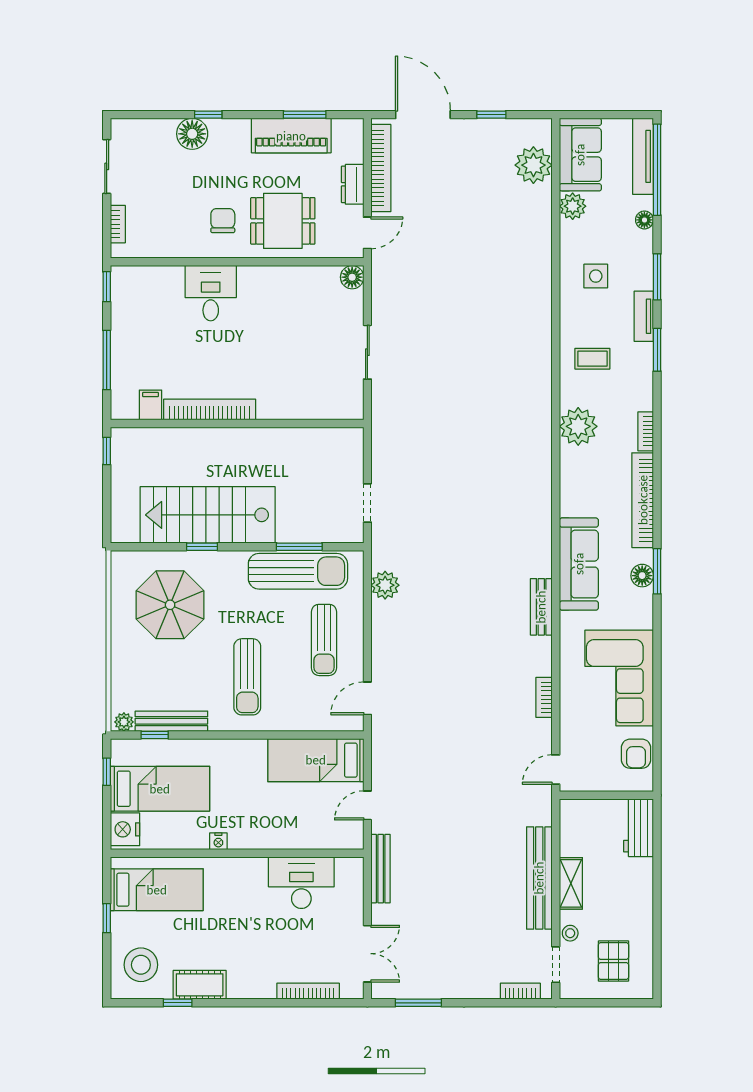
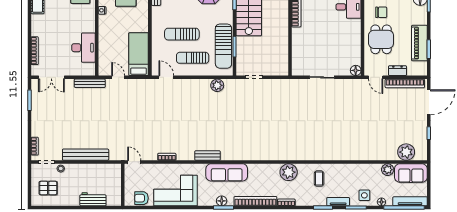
side table: (596, 276) -> (364, 195), moved
sun lounger: (247, 677) -> (182, 34), moved
workbench: (639, 828) -> (93, 199), moved
shelving: (571, 883) -> (83, 169), removed

